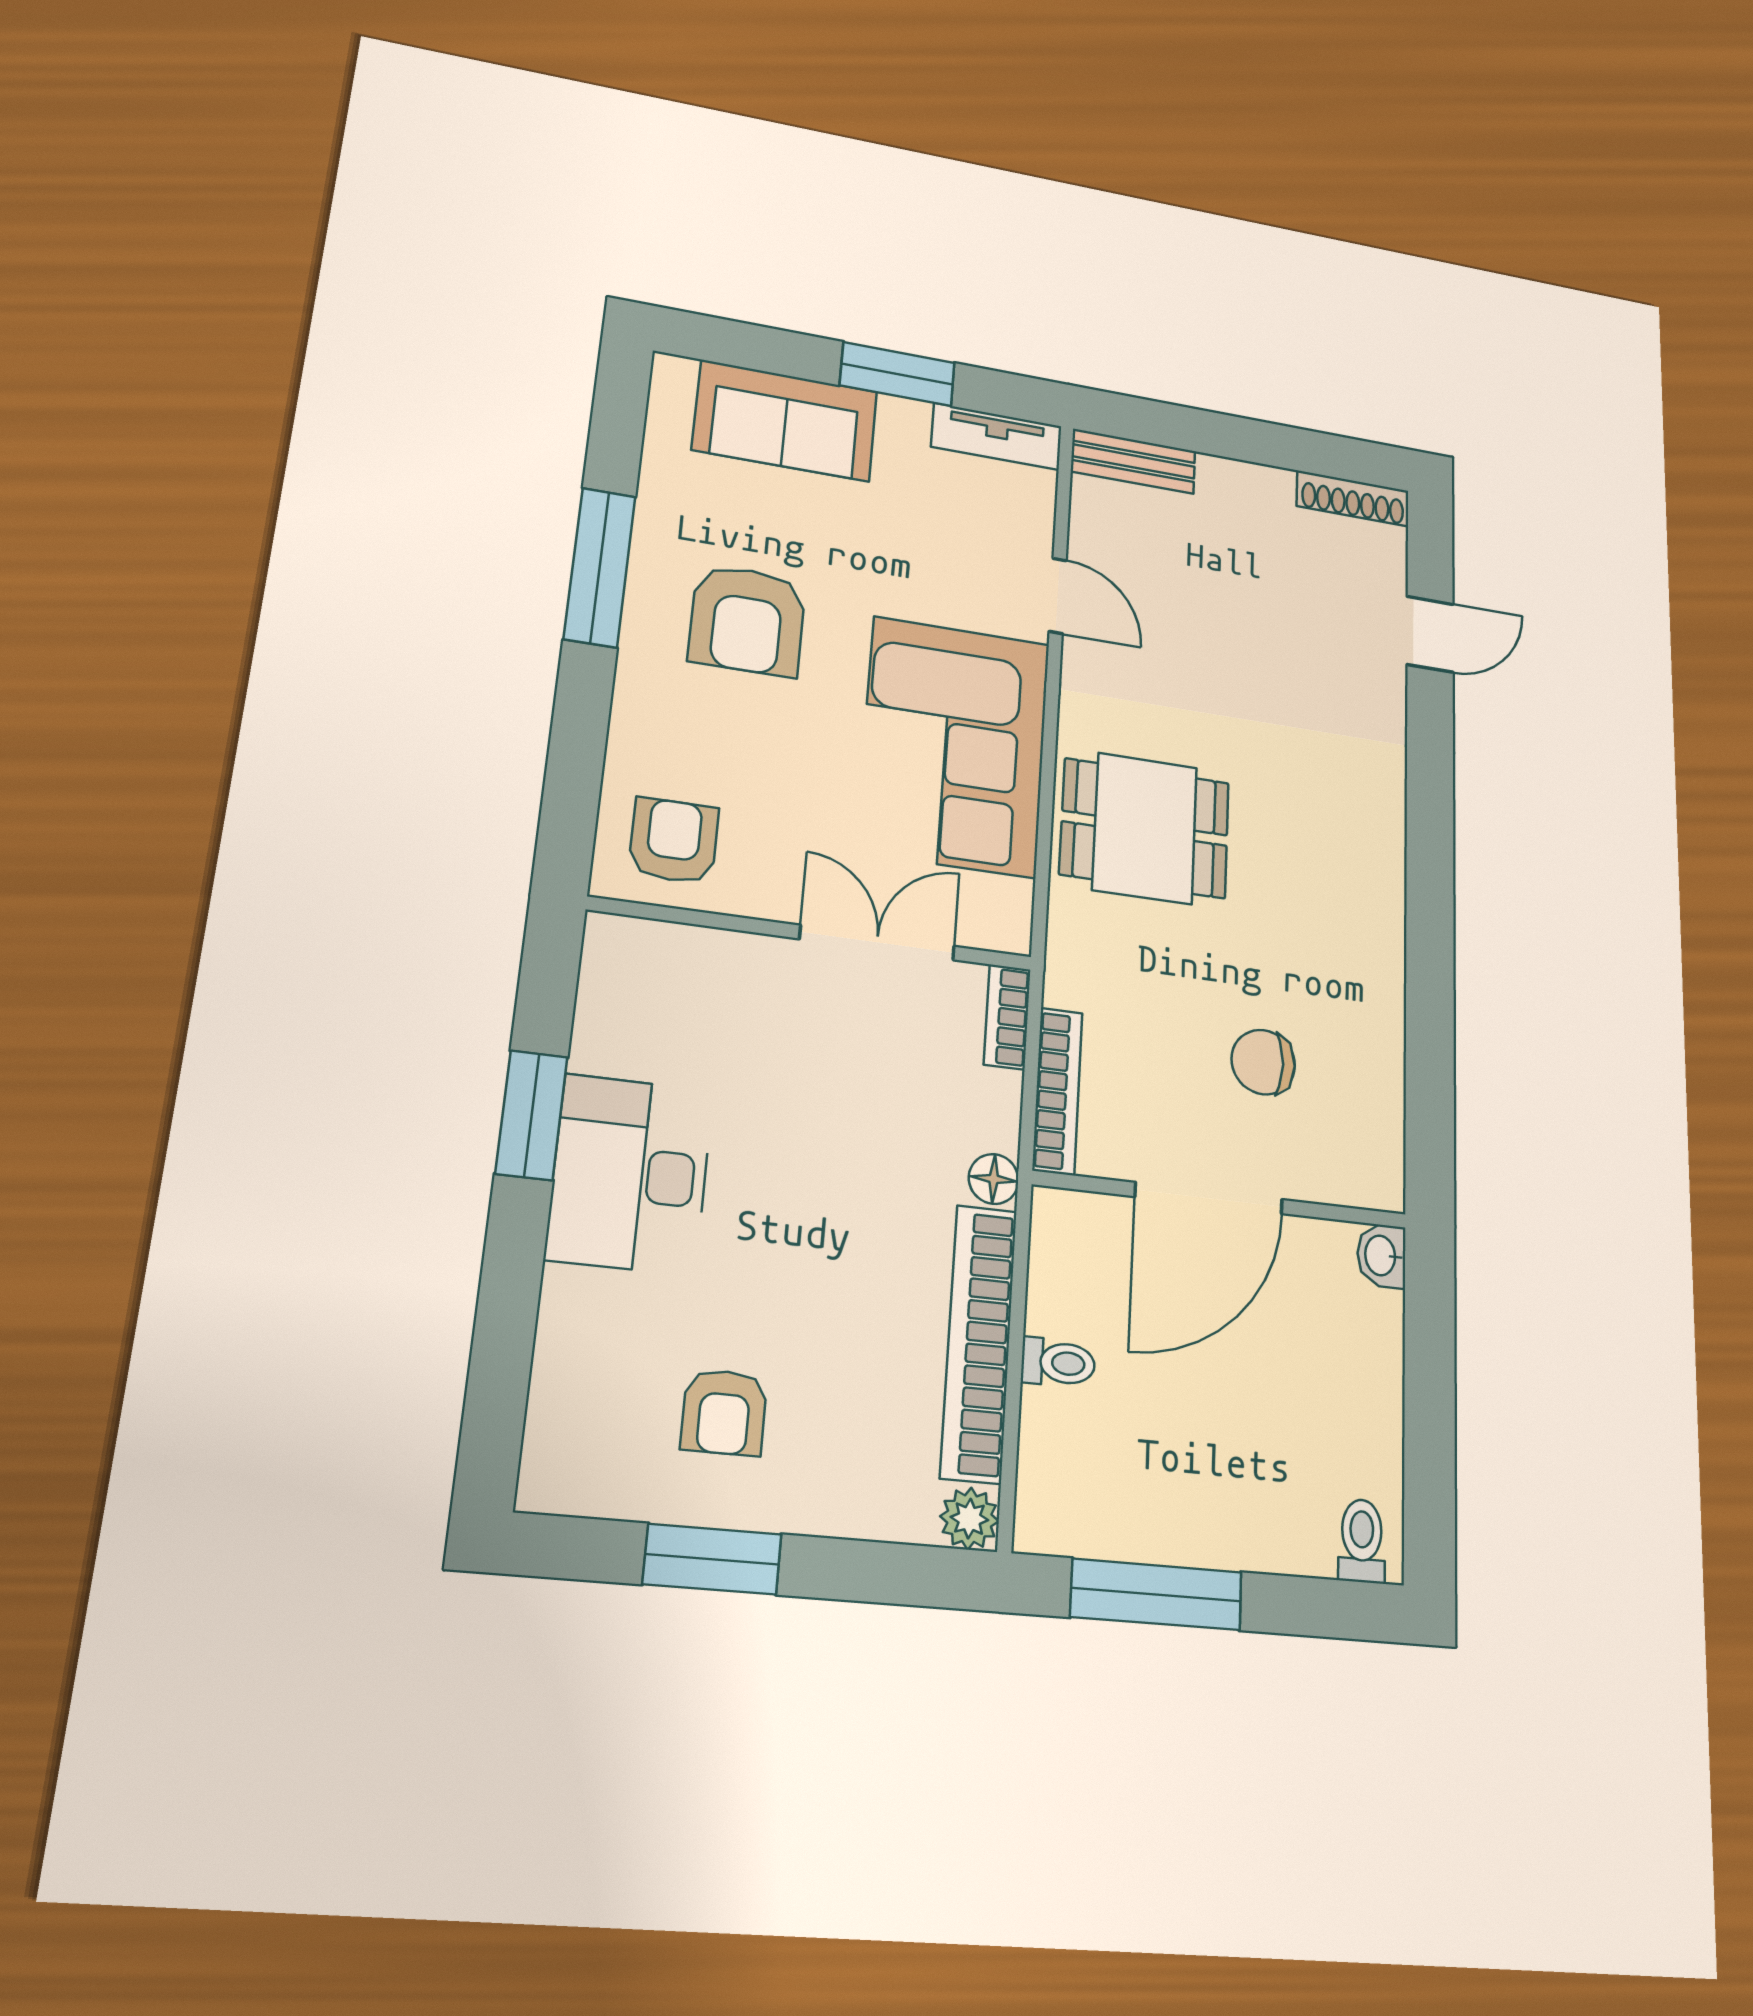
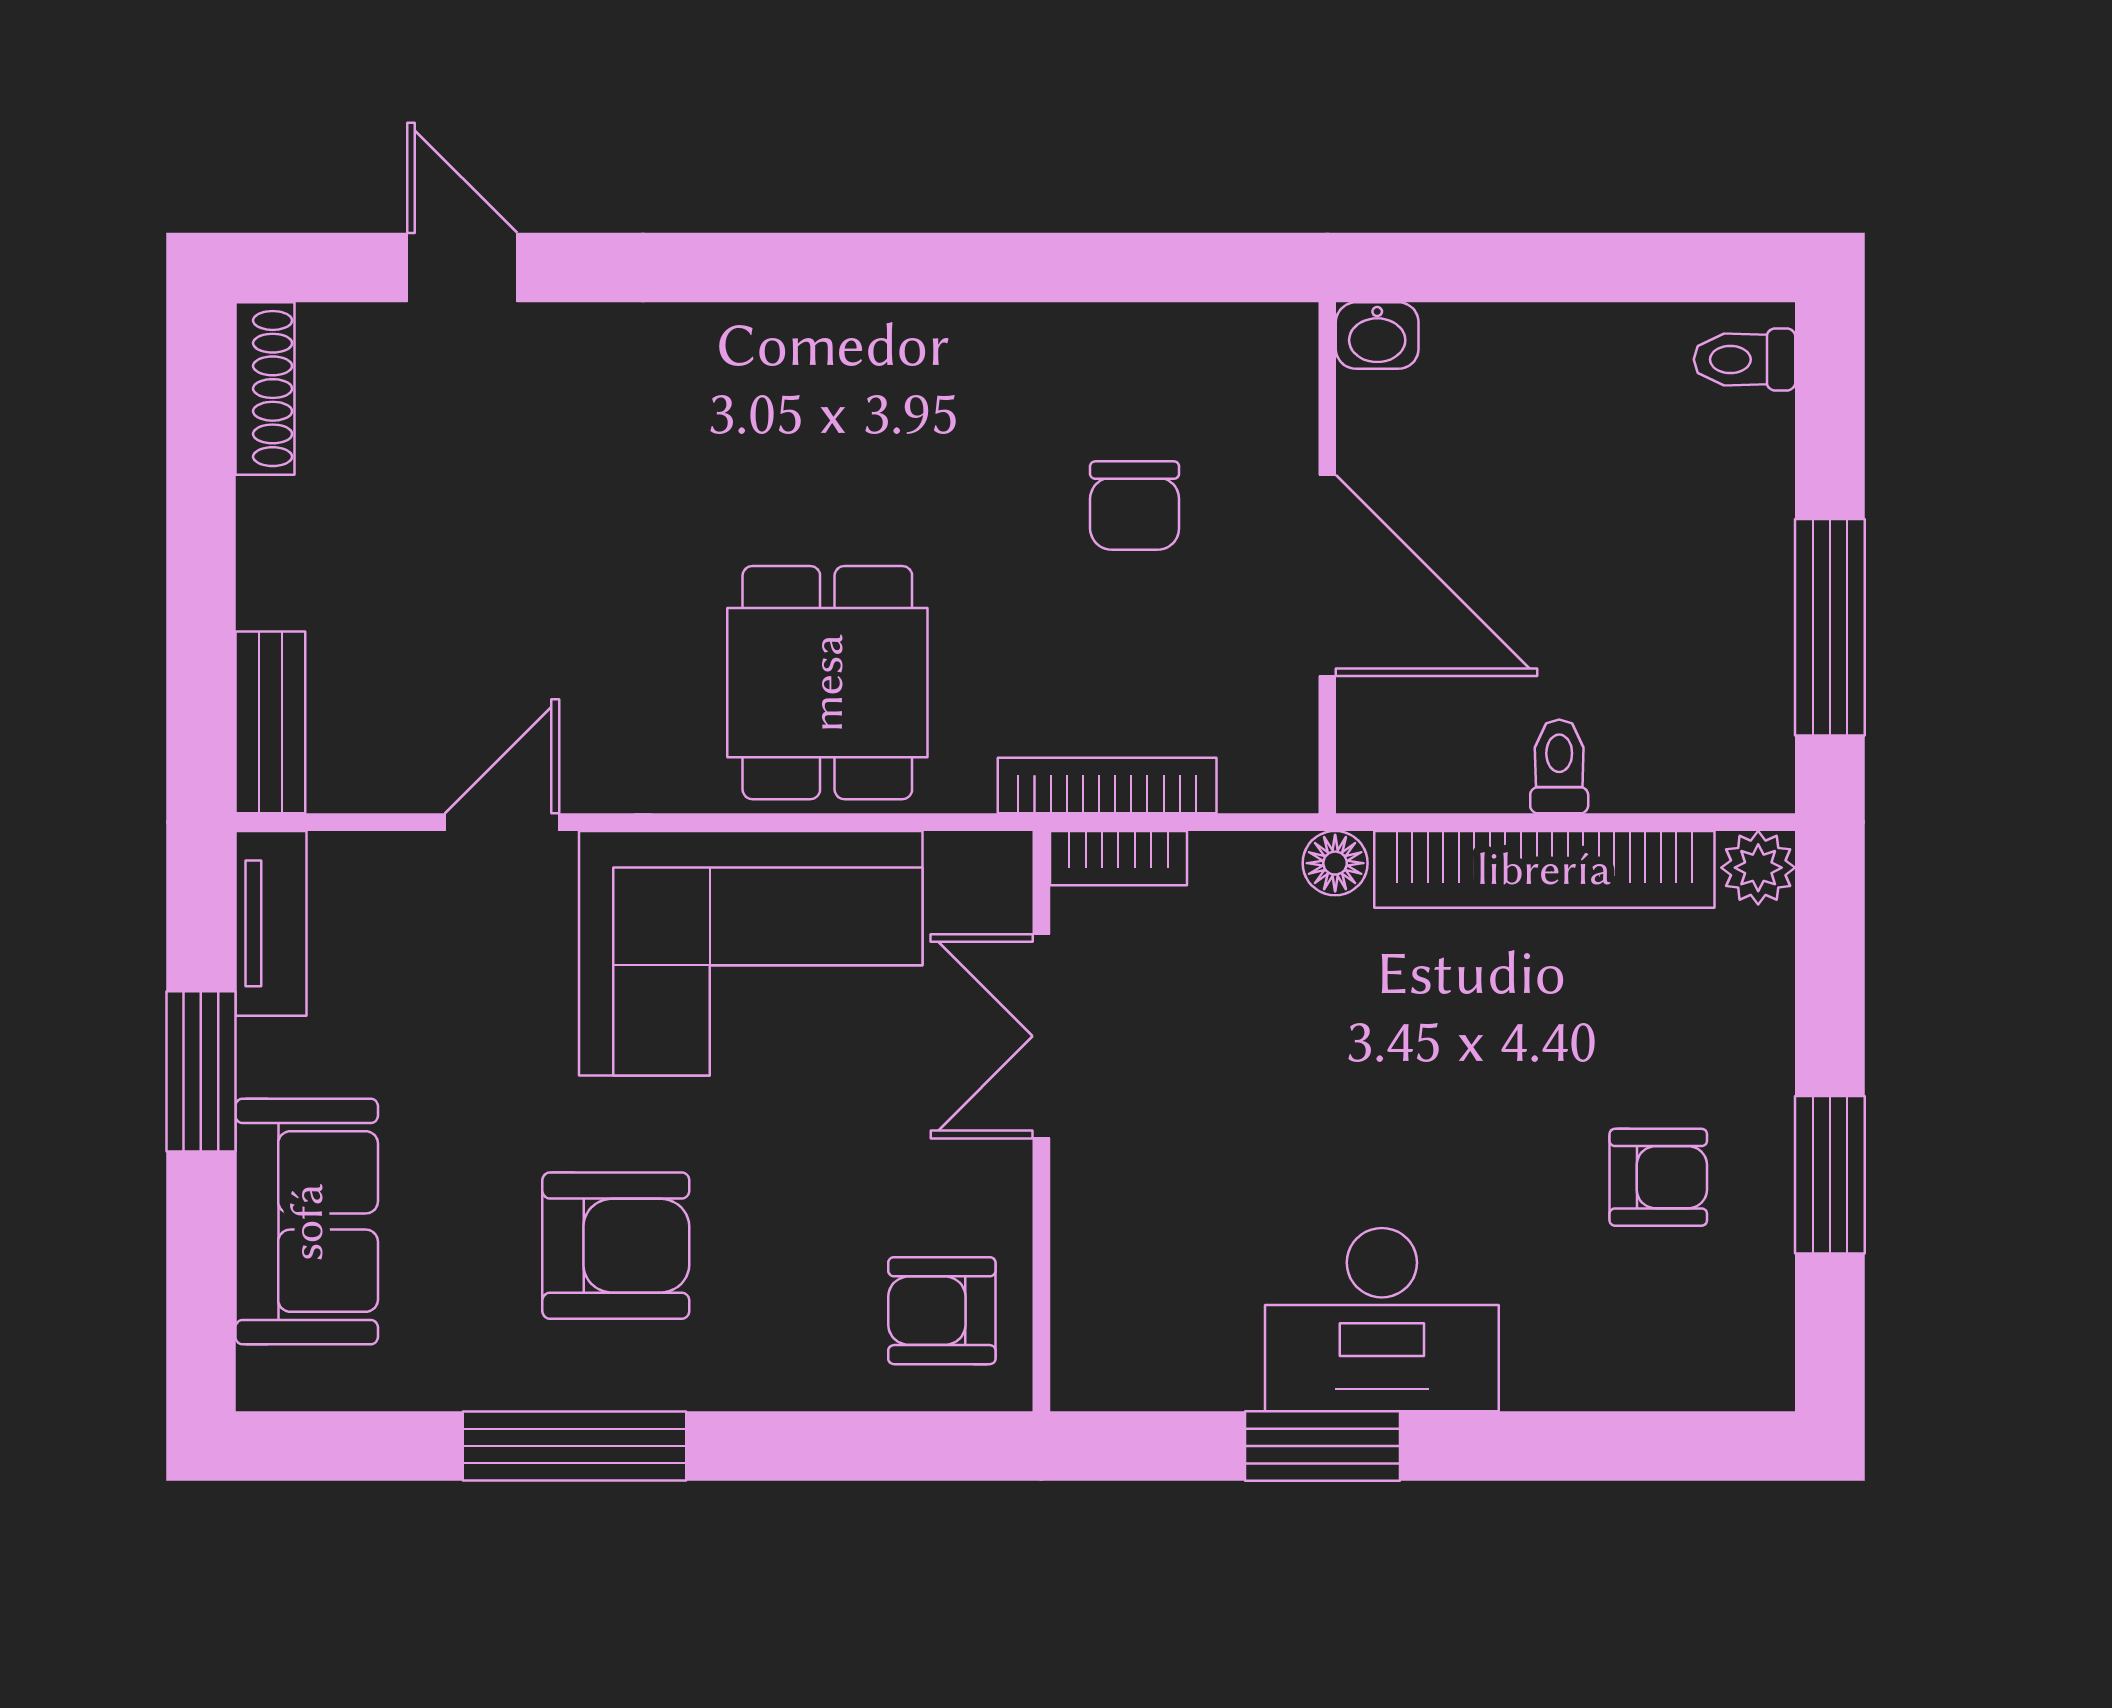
bookcase: (1057, 1091) -> (1107, 785), moved

